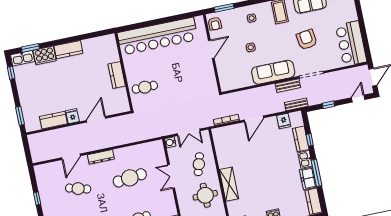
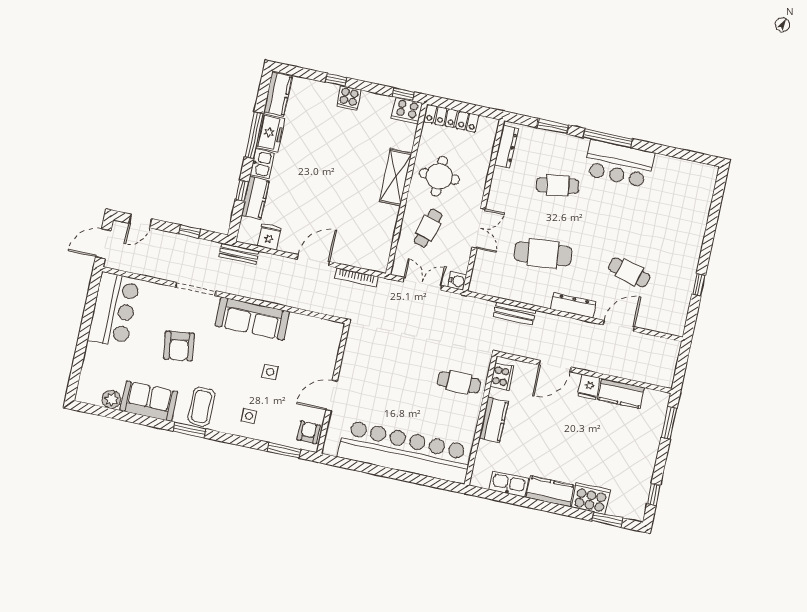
kitchen sink: (23, 58) -> (509, 484), moved
bench: (288, 86) -> (514, 314), moved
cooker: (123, 101) -> (502, 376), added

